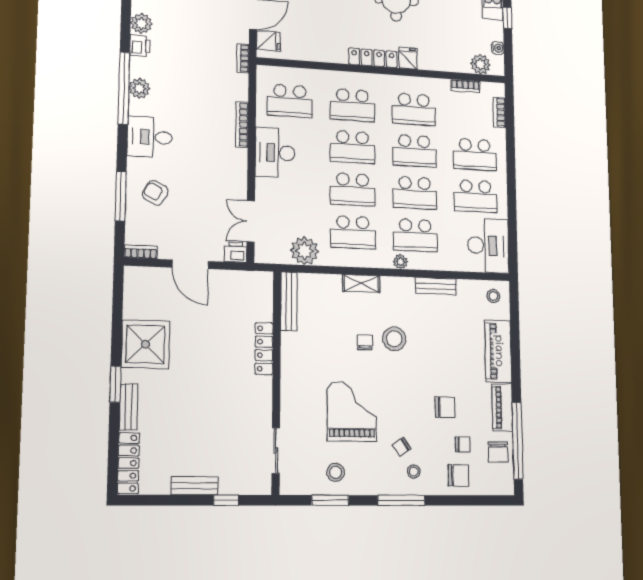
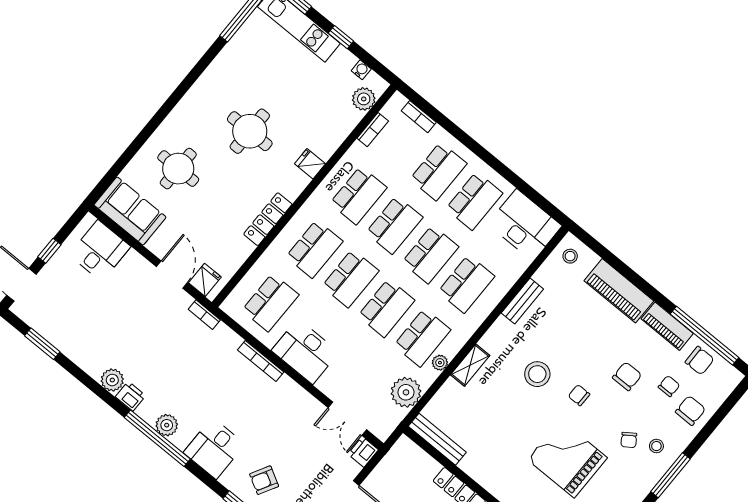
locker: (373, 58) -> (268, 219), moved
plant: (400, 262) -> (440, 363), moved
chair: (365, 342) -> (579, 395), moved

